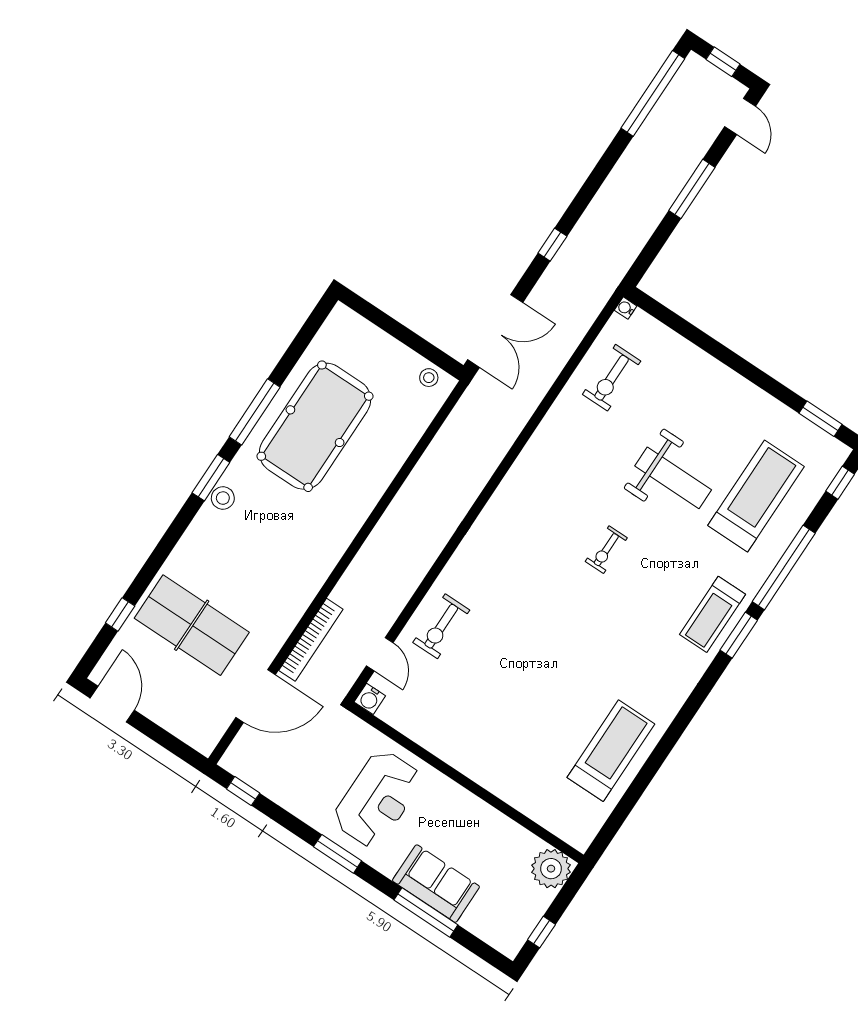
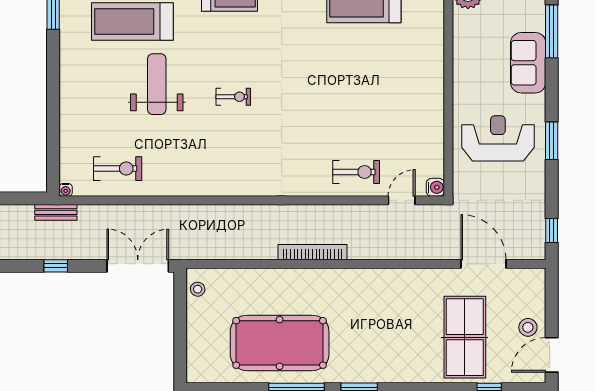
bench: (609, 282) -> (56, 212), added
stool: (223, 498) -> (528, 327), moved
bookcase: (311, 640) -> (313, 252), moved
window: (426, 912) -> (552, 31), moved

